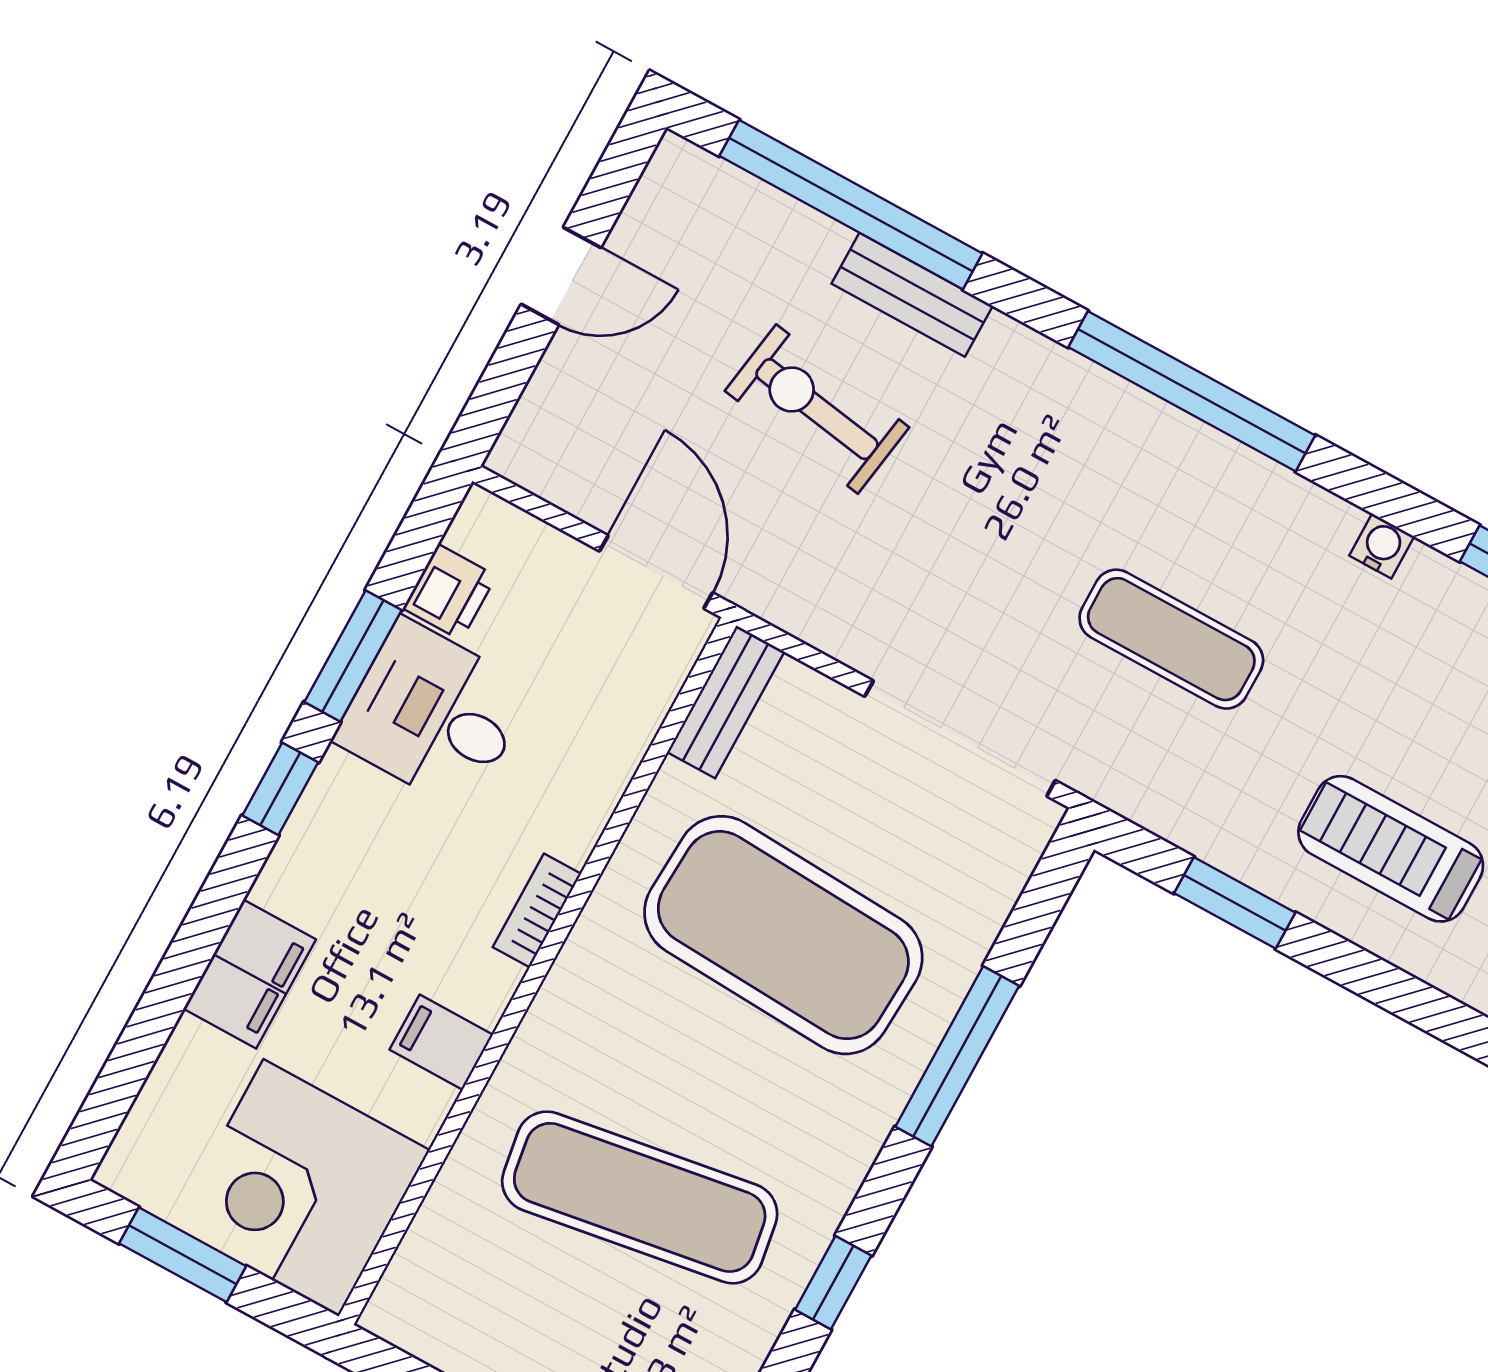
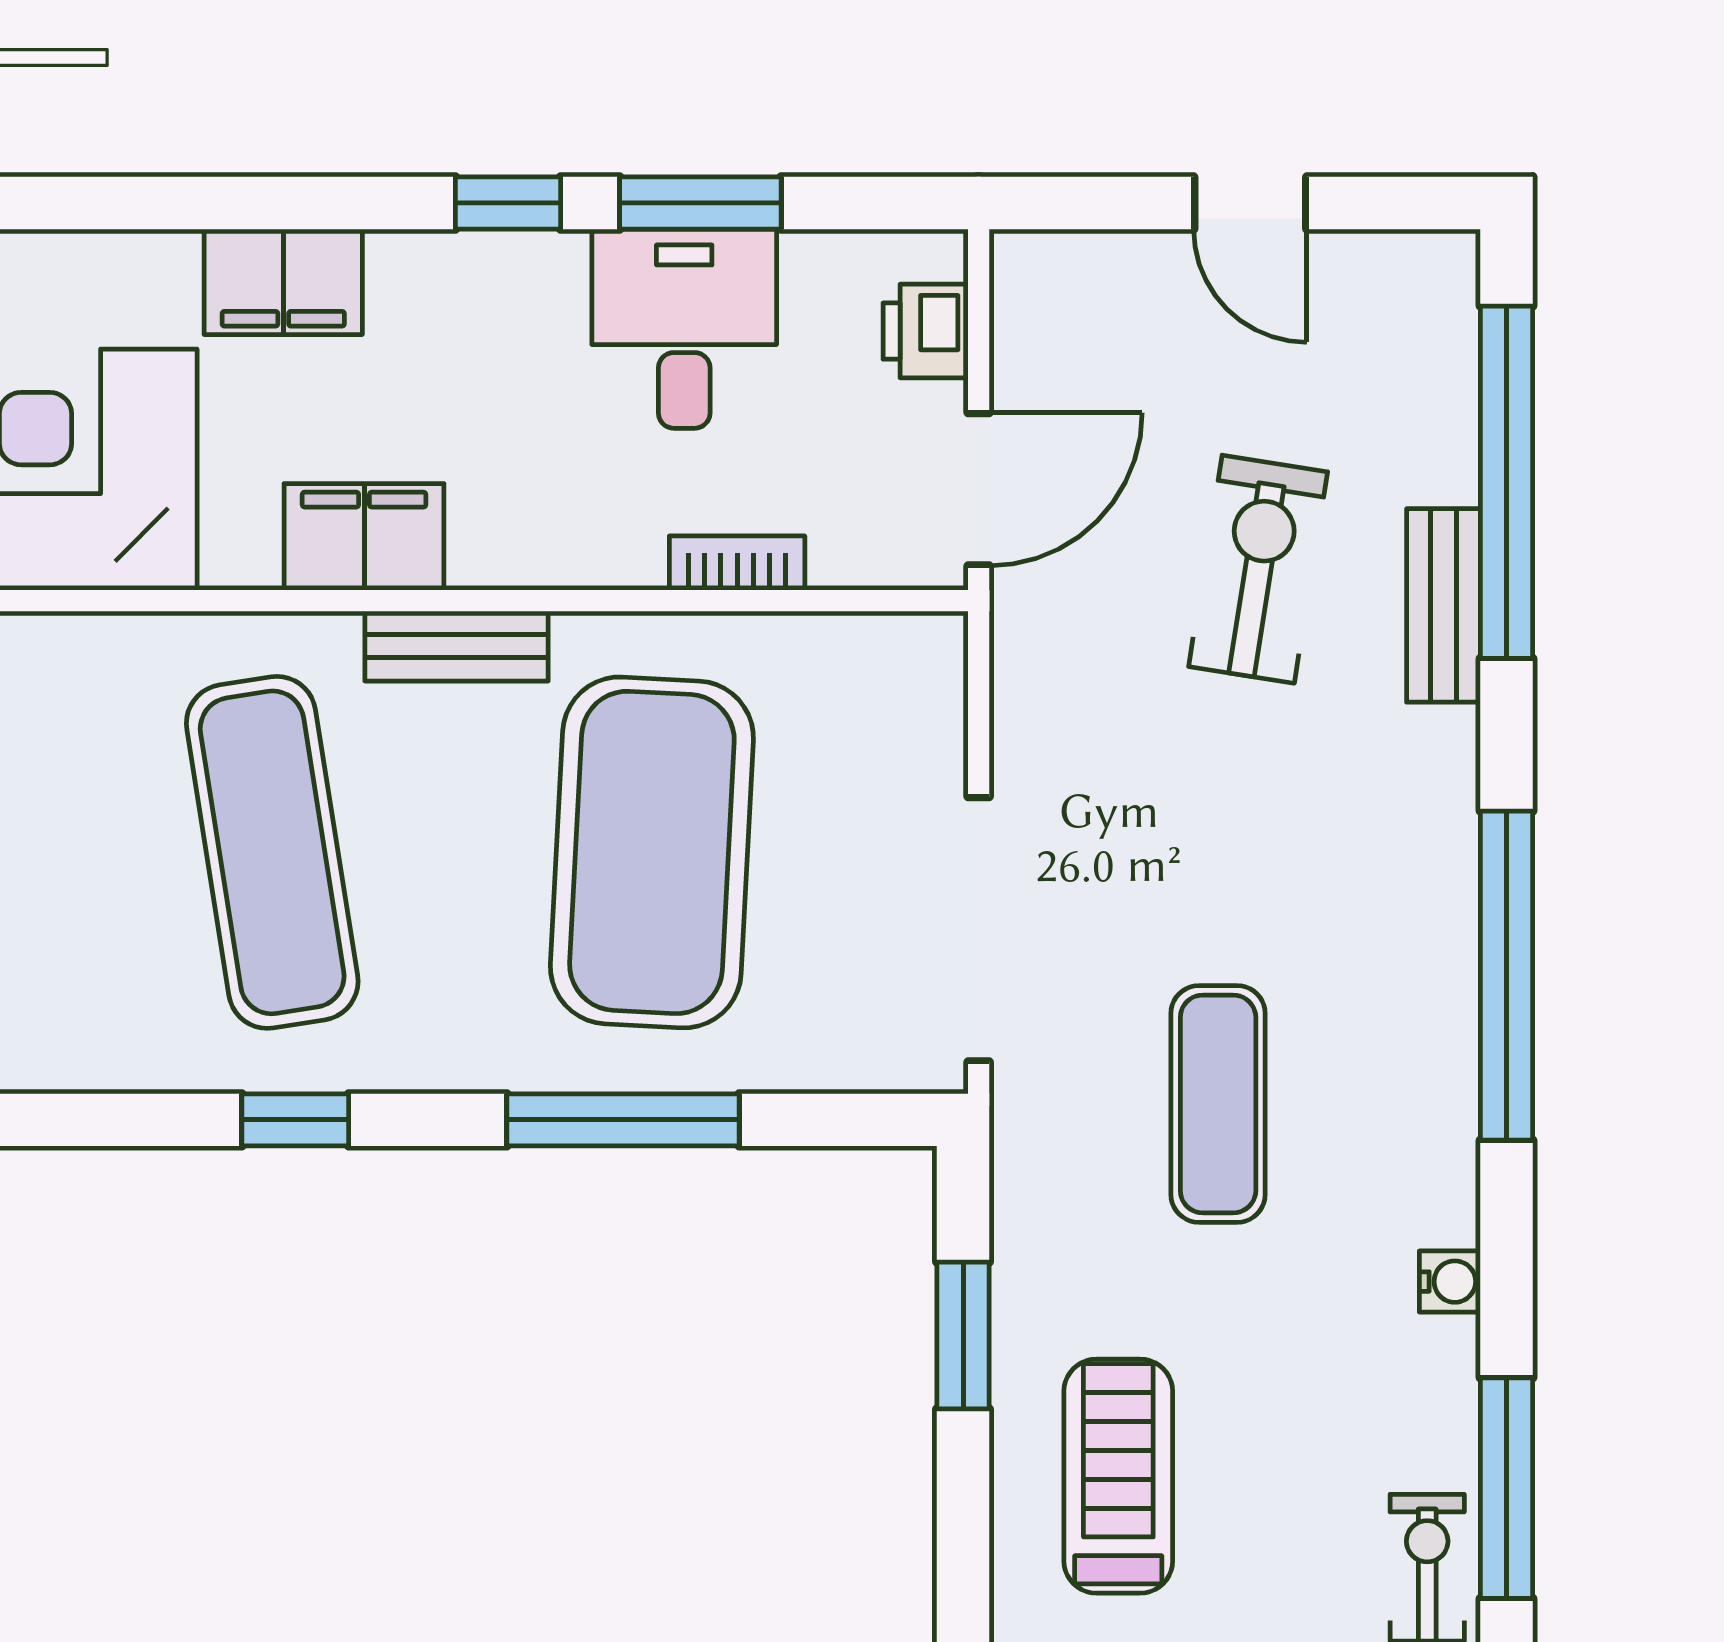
printer: (450, 592) -> (926, 331), moved, turned 90
bench: (726, 702) -> (457, 646), moved
bookcase: (537, 911) -> (737, 563), moved
filing cabinet: (441, 1042) -> (364, 537), width x2.00

